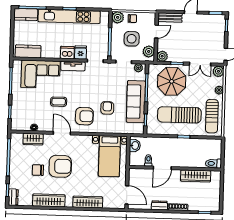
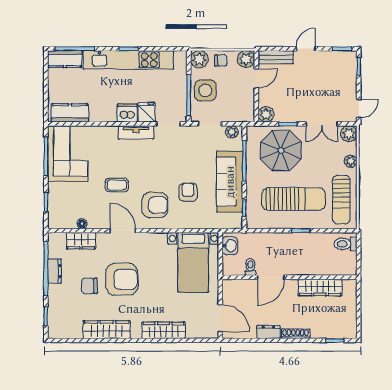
side table: (132, 39) -> (205, 90), moved
plant: (149, 51) -> (246, 59), moved
corner sofa: (41, 74) -> (68, 154), moved, turned -90
sun lounger: (179, 115) -> (294, 199), turned 180
toilet: (213, 163) -> (345, 244), moved
dresser: (13, 197) -> (55, 271), moved

